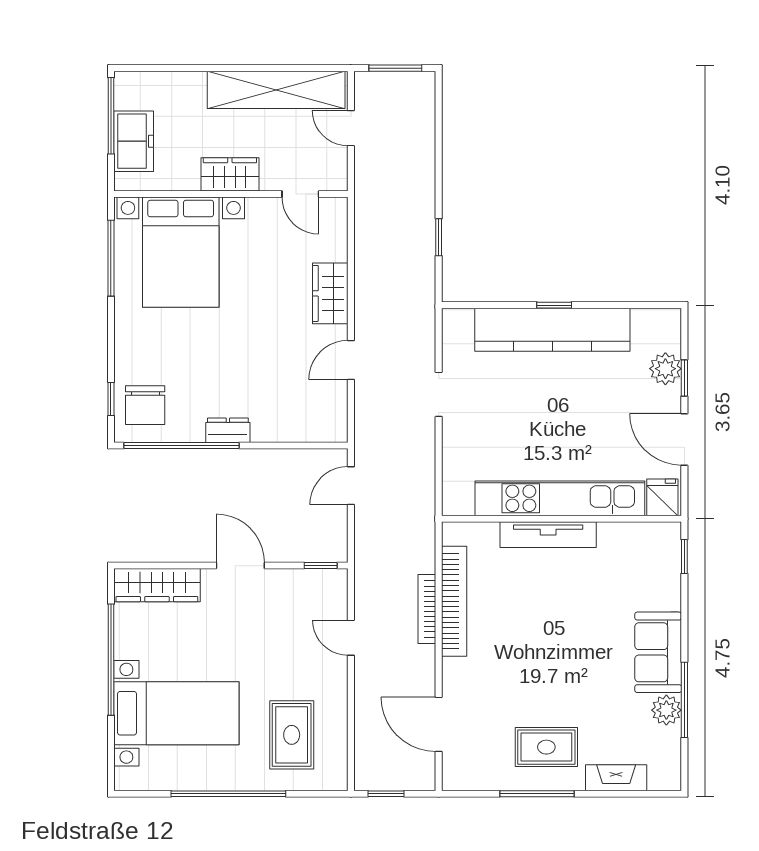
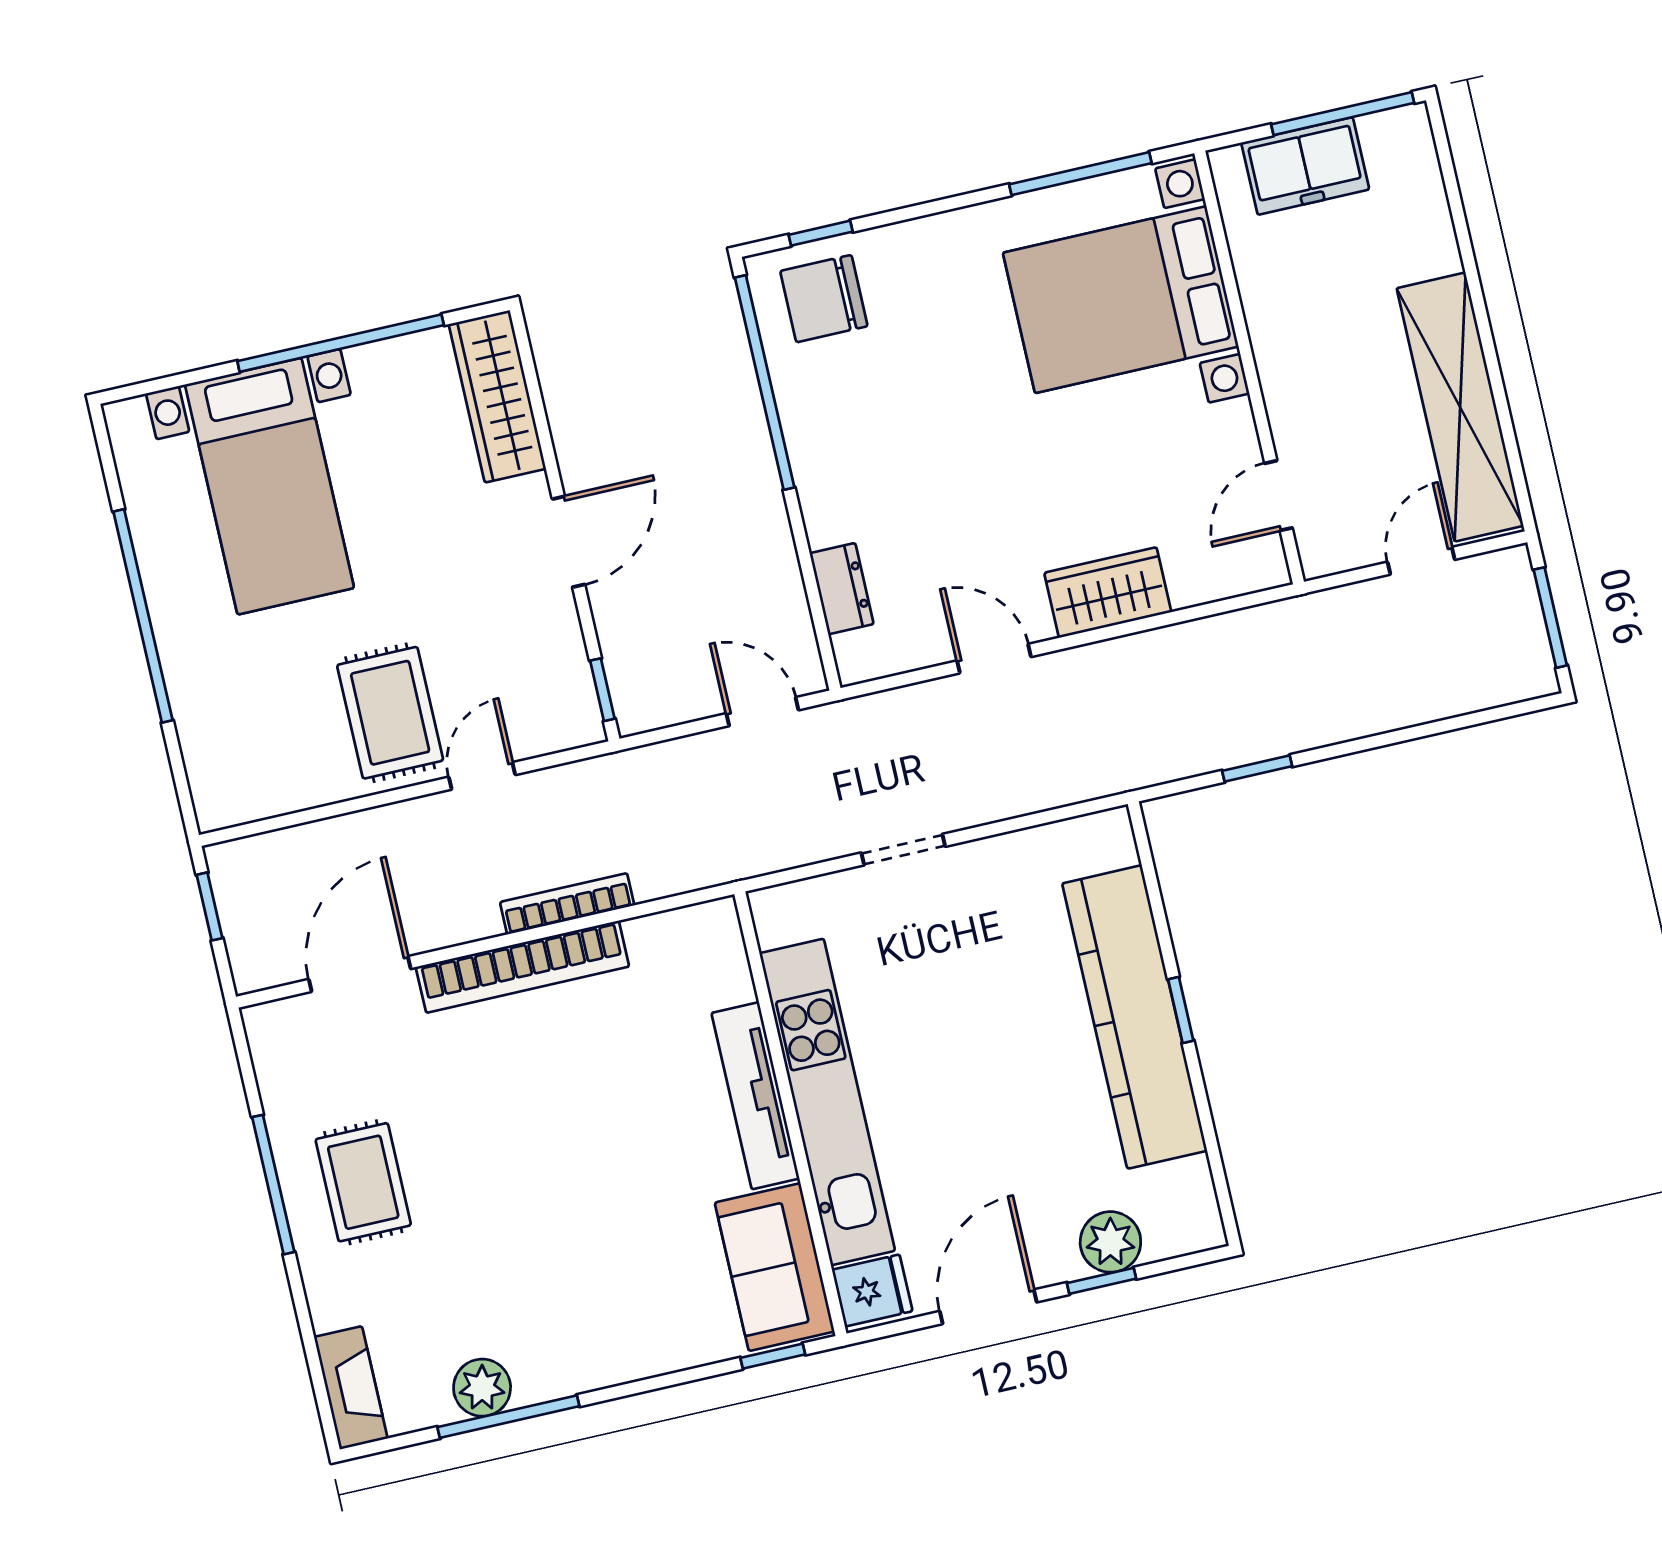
wardrobe: (230, 174) -> (1285, 357), removed
doorway: (439, 394) -> (903, 850), moved
dresser: (228, 430) -> (842, 589), moved
bookcase: (454, 601) -> (522, 967), moved
sofa: (658, 652) -> (775, 1267), moved, turned -90
rug: (292, 735) -> (390, 713), moved, turned 90
fireplace: (616, 778) -> (351, 1388), moved

